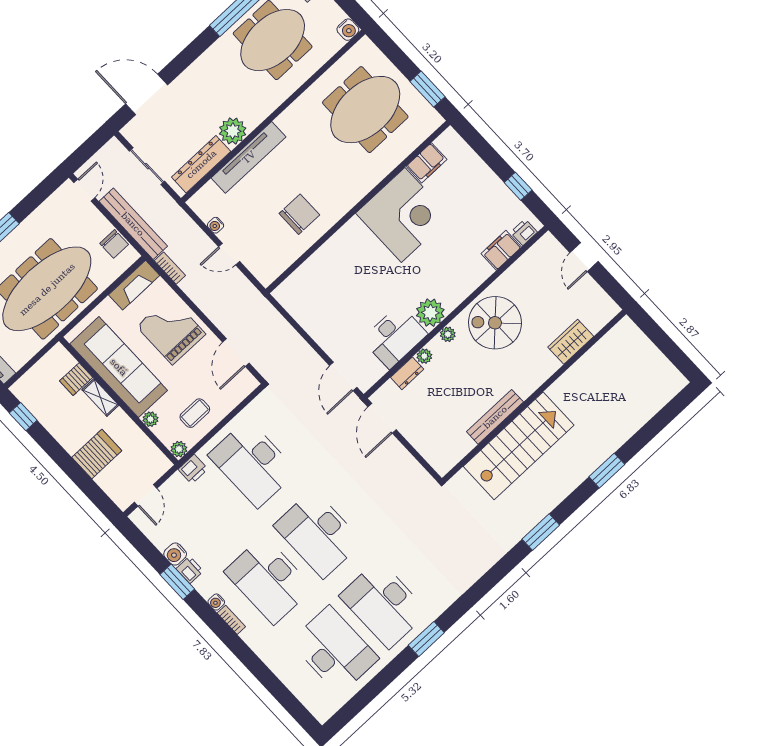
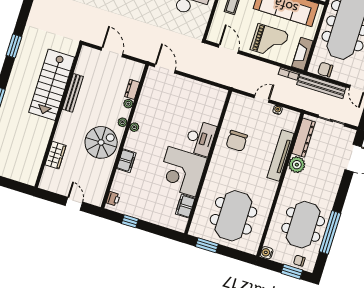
filing cabinet: (501, 250) -> (126, 161), moved
plant: (430, 313) -> (134, 127), width x0.53, depth x0.53
desk: (395, 337) -> (200, 138), moved, turned 180
door: (382, 418) -> (112, 52), moved

